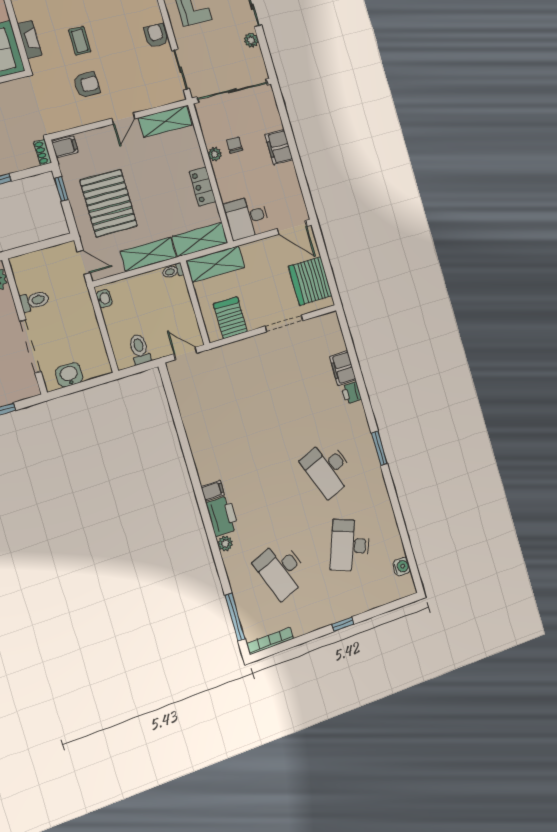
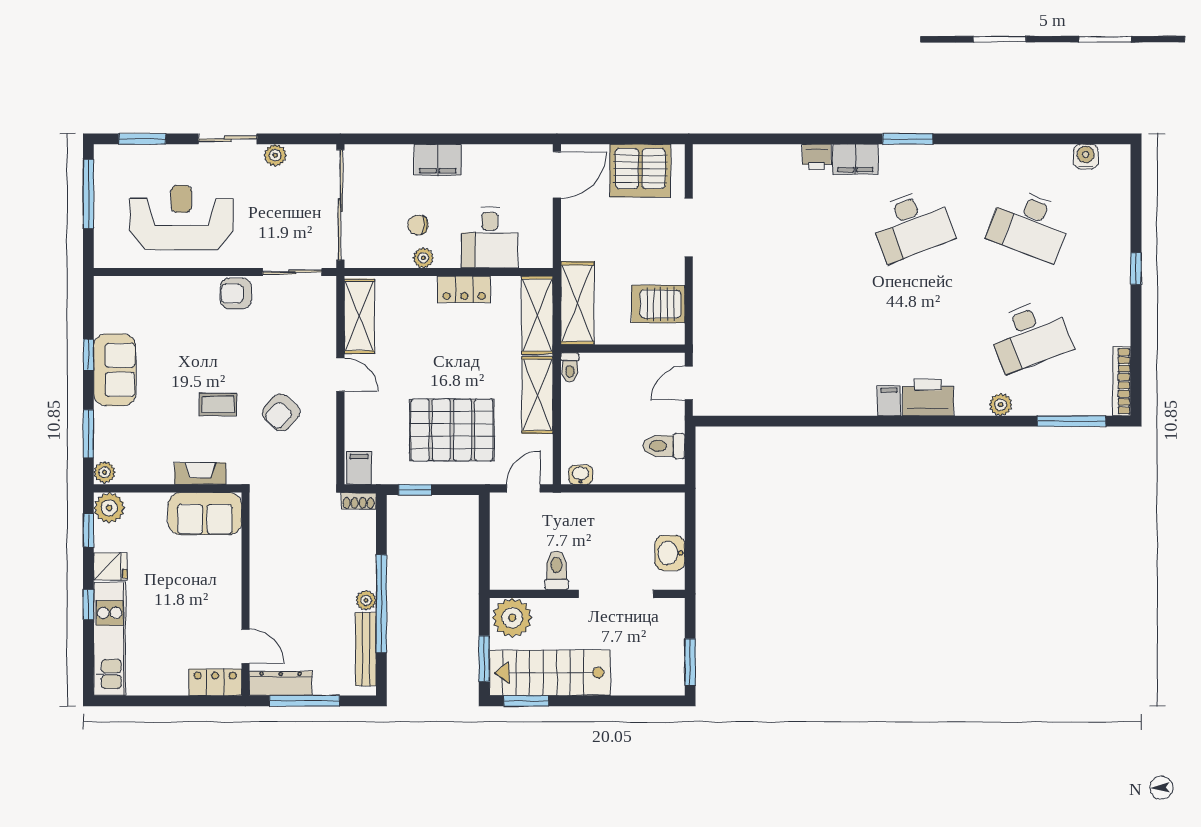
armchair: (87, 85) -> (281, 412), turned -138
desk: (247, 217) -> (490, 238), moved
filing cabinet: (343, 368) -> (855, 159), moved
plant: (225, 543) -> (1001, 405), moved

